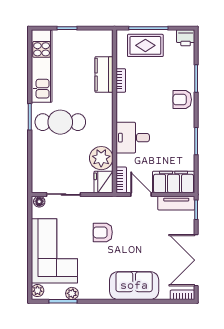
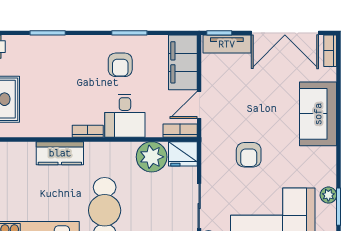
kitchen counter: (104, 75) -> (60, 153), moved
bookcase: (121, 80) -> (88, 131), moved
armchair: (182, 100) -> (120, 65), moved
tv unit: (176, 203) -> (227, 44), moved, turned 90

